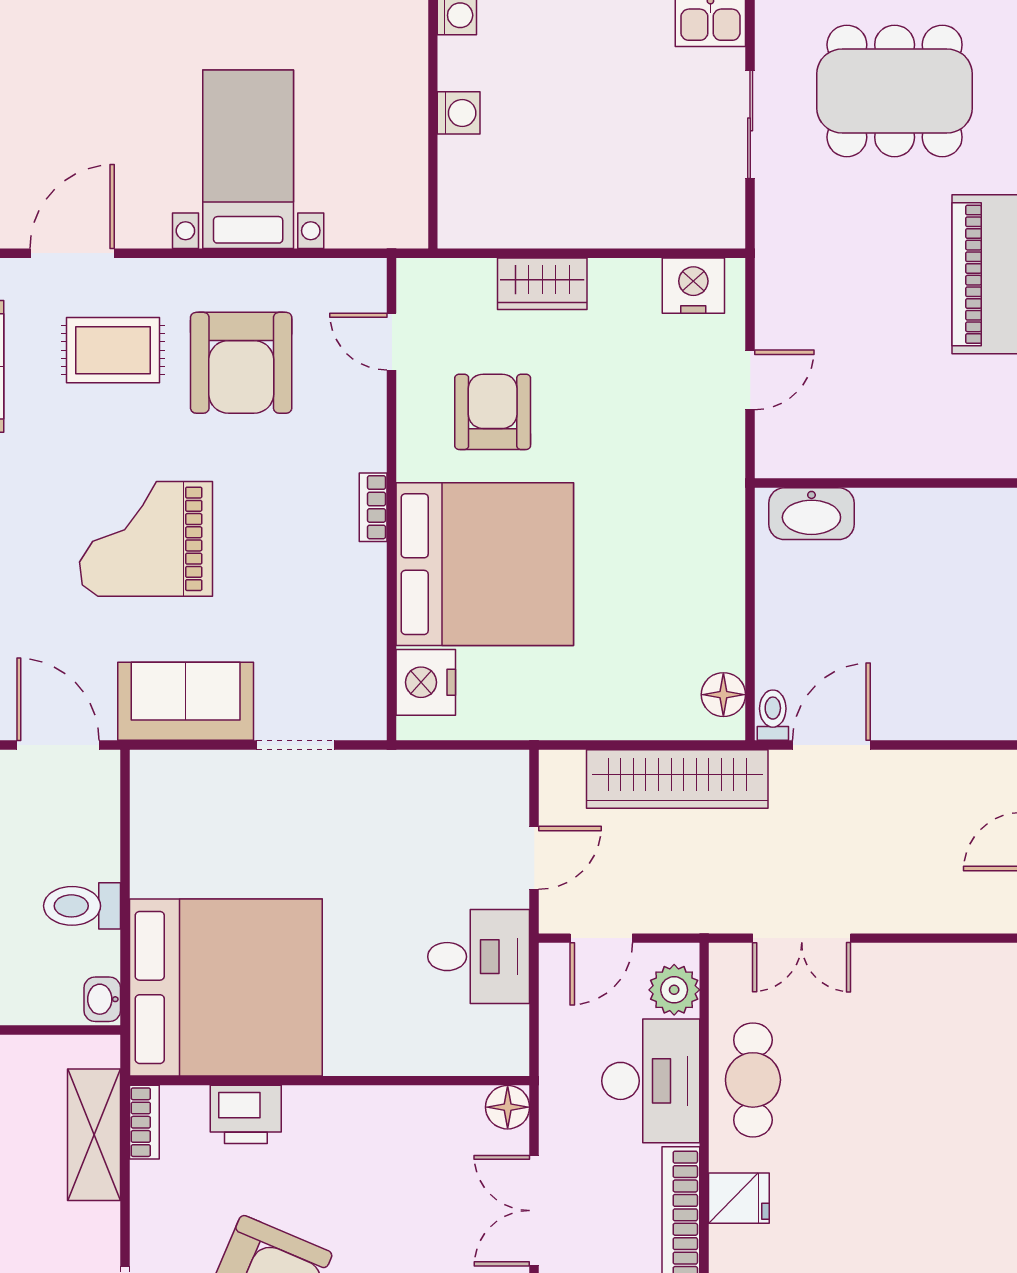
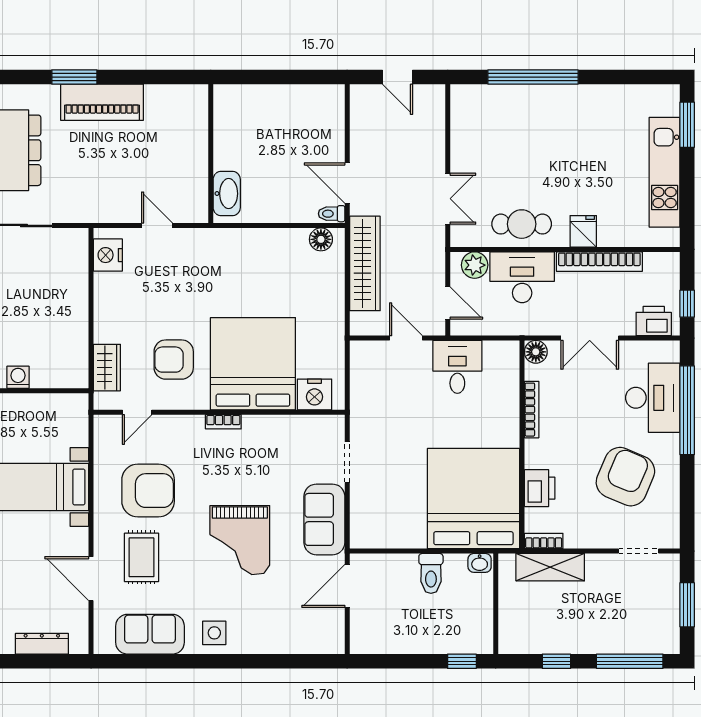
wardrobe: (542, 284) -> (107, 368), moved
bookcase: (397, 1099) -> (532, 410), added

